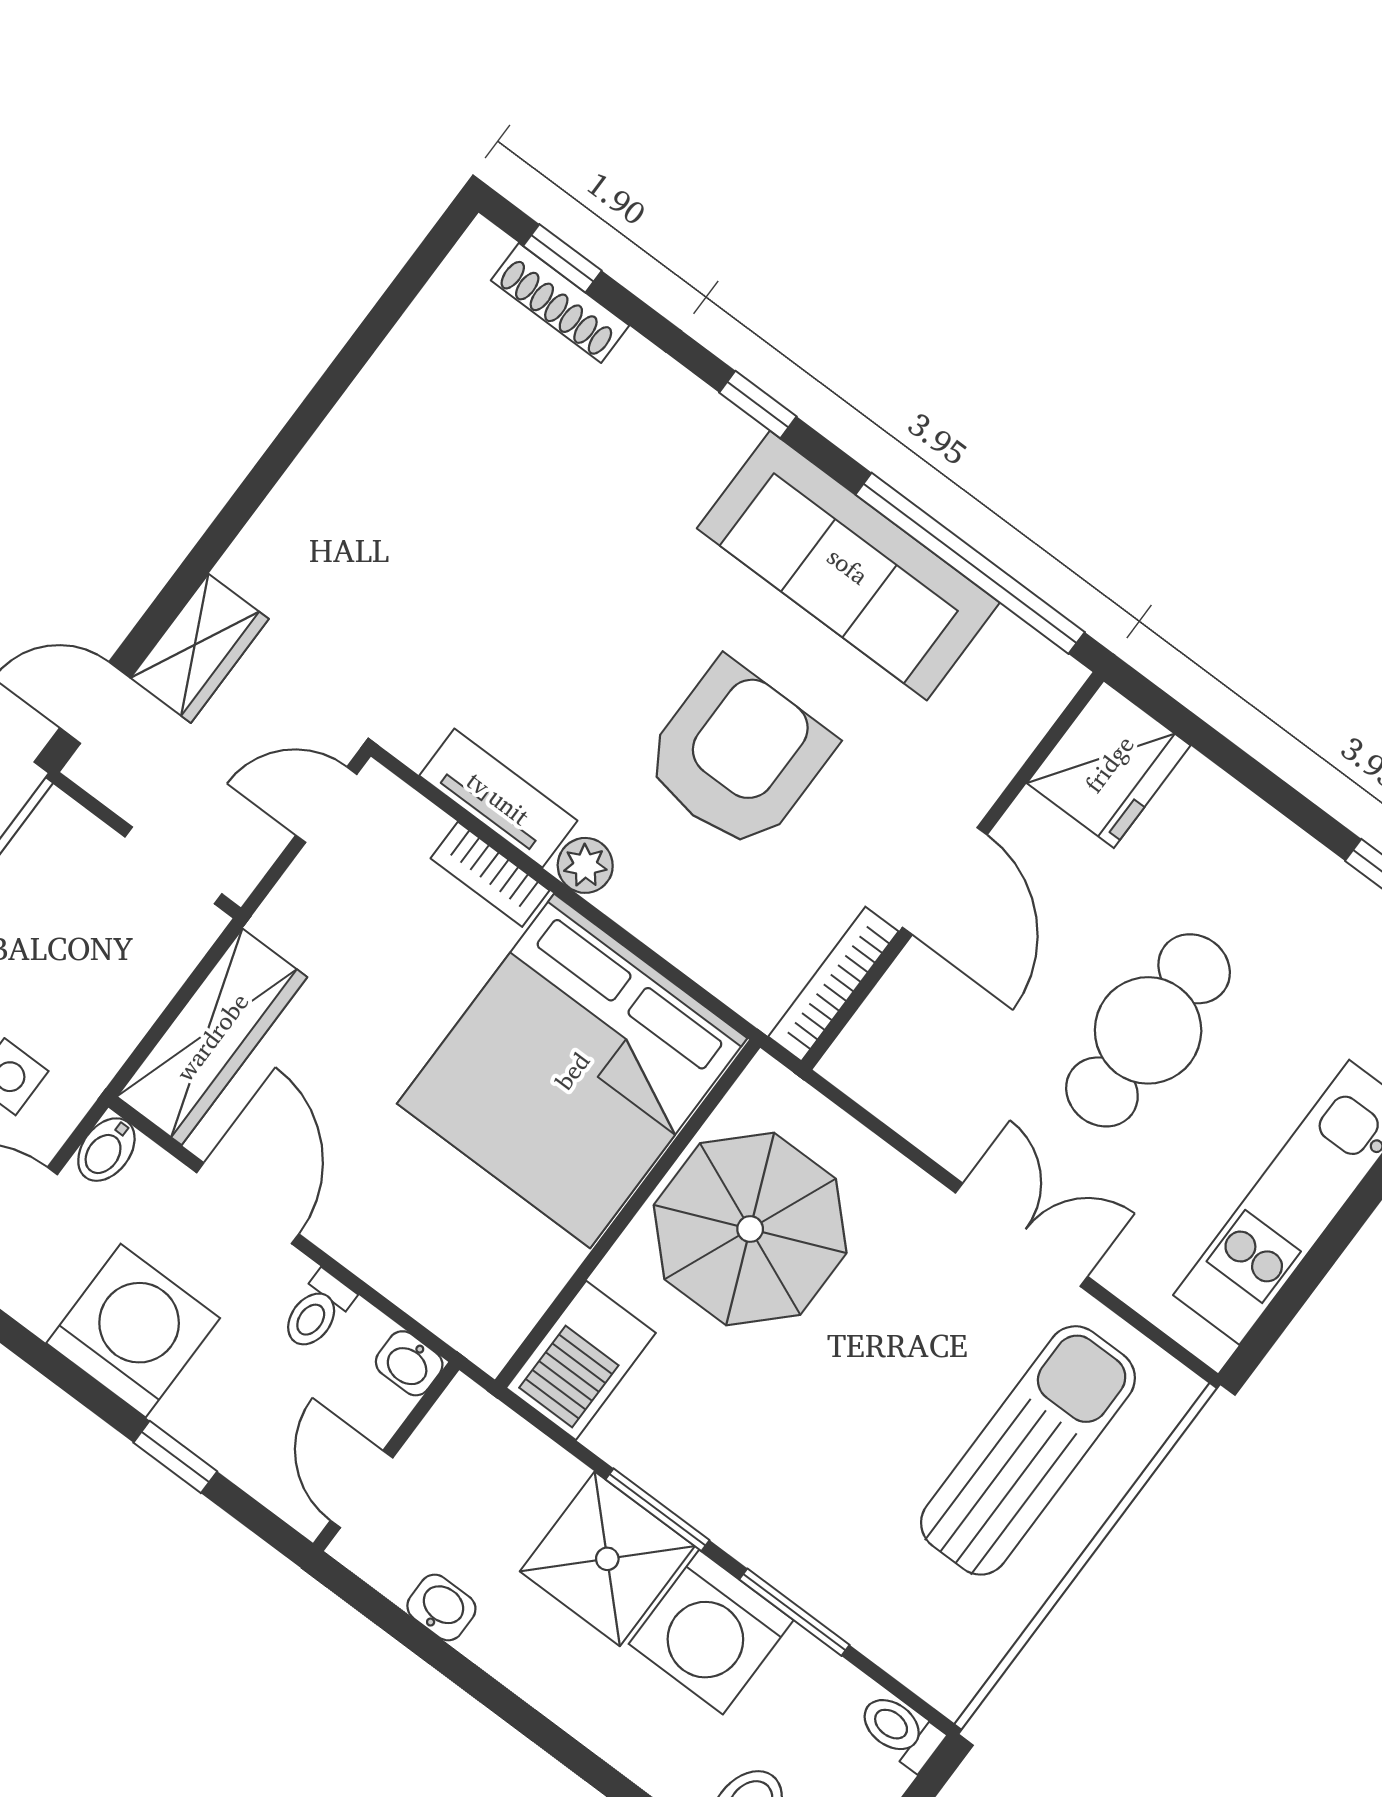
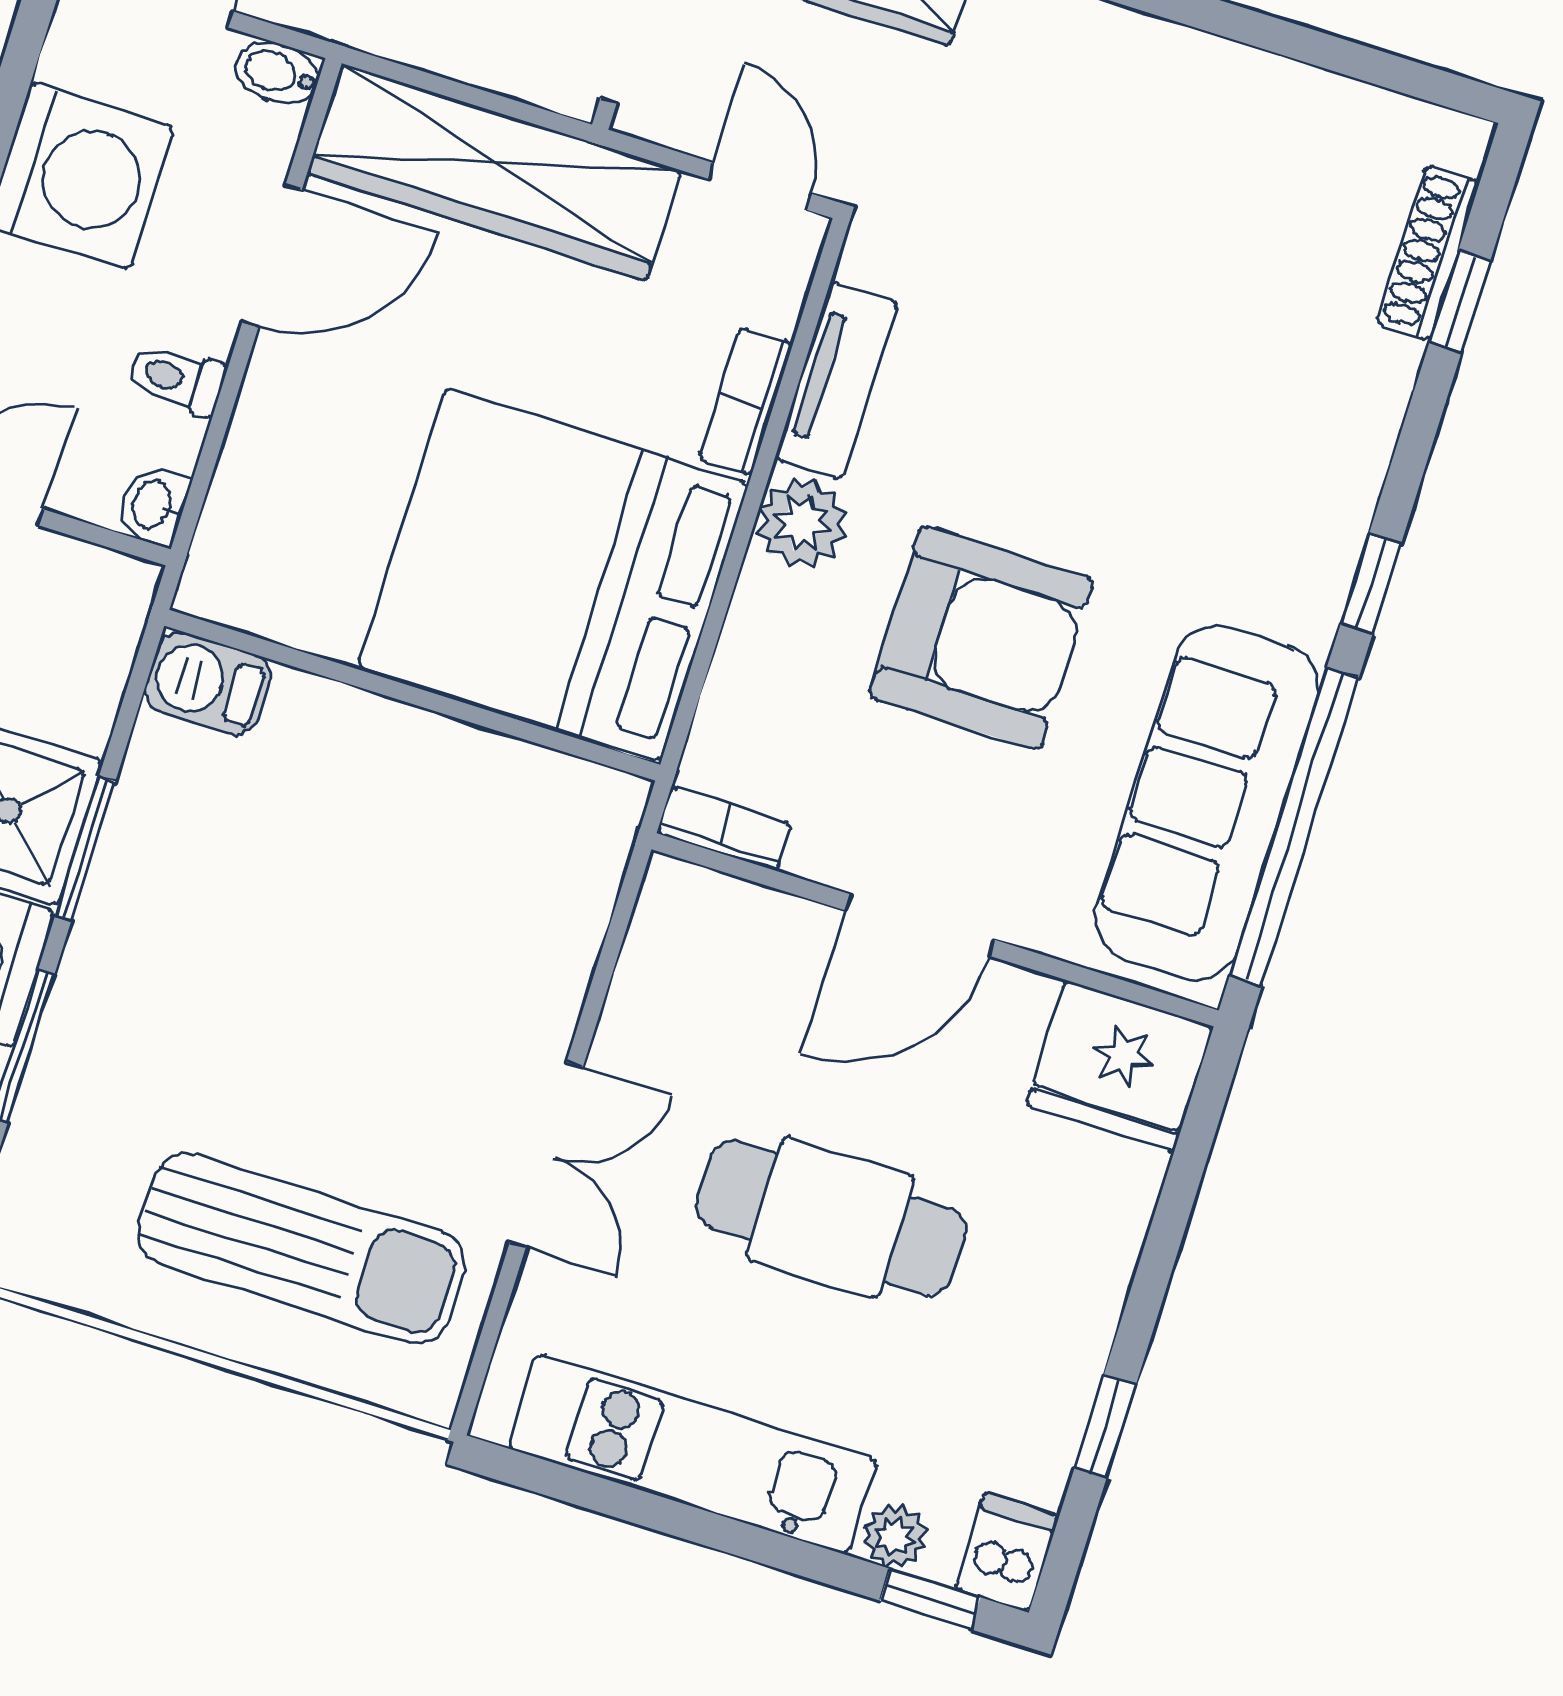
window: (562, 258) -> (1460, 301), moved
window: (758, 405) -> (1371, 584), moved
sofa: (848, 566) -> (1207, 802), moved
plant: (585, 865) -> (802, 523), width x1.38, depth x1.38
bookcase: (833, 984) -> (724, 828), width x0.64
wardrobe: (212, 1037) -> (494, 172), width x1.40, depth x1.17
parasol: (750, 1229) -> (444, 842), removed
barbecue: (581, 1360) -> (208, 683), width x0.73, depth x0.79

